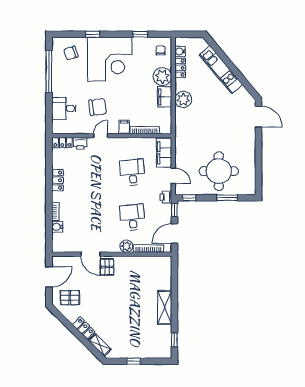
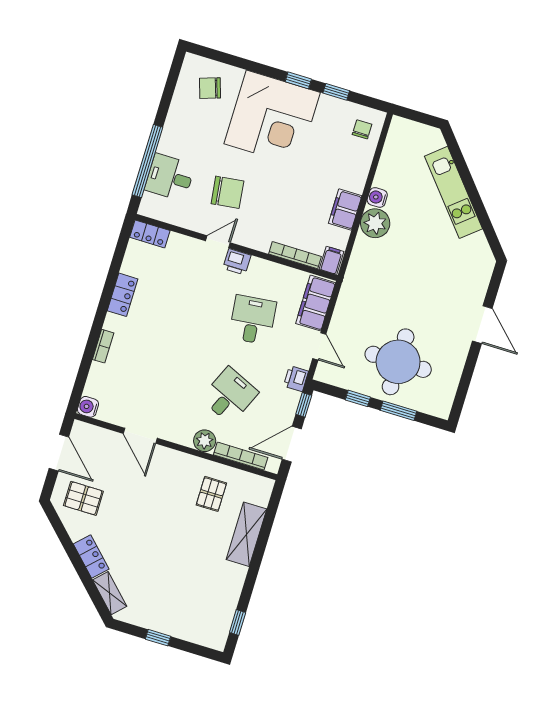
window: (93, 34) -> (298, 80), moved
water cooler: (180, 51) -> (377, 197), moved
locker: (180, 68) -> (386, 169), removed
window: (49, 71) -> (147, 161), moved
plant: (162, 77) -> (352, 174), removed
door: (258, 117) -> (482, 325), moved
filing cabinet: (124, 127) -> (331, 260), moved
printer: (80, 143) -> (237, 262), moved
window: (189, 198) -> (358, 398), moved
desk: (132, 217) -> (230, 395), turned 30
water cooler: (57, 227) -> (88, 407), moved
pallet: (107, 267) -> (211, 494), moved
door: (49, 277) -> (59, 453), hinge flipped
shelving: (165, 307) -> (246, 534), moved

